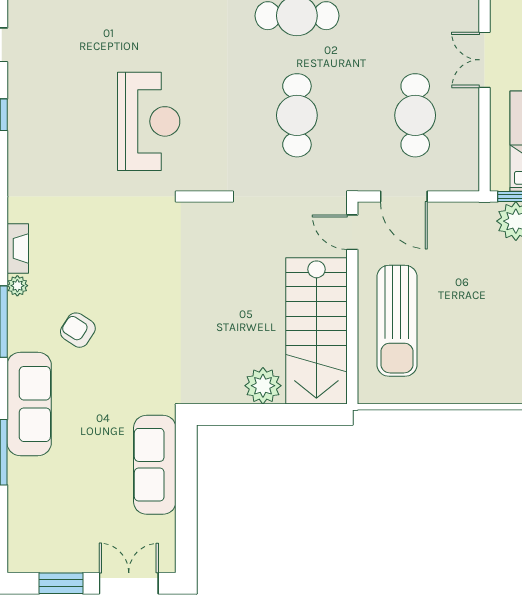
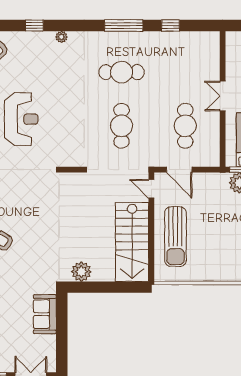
reception desk: (149, 121) -> (21, 119), moved
plant: (263, 386) -> (81, 272), moved
sofa: (155, 465) -> (45, 314), width x0.73

